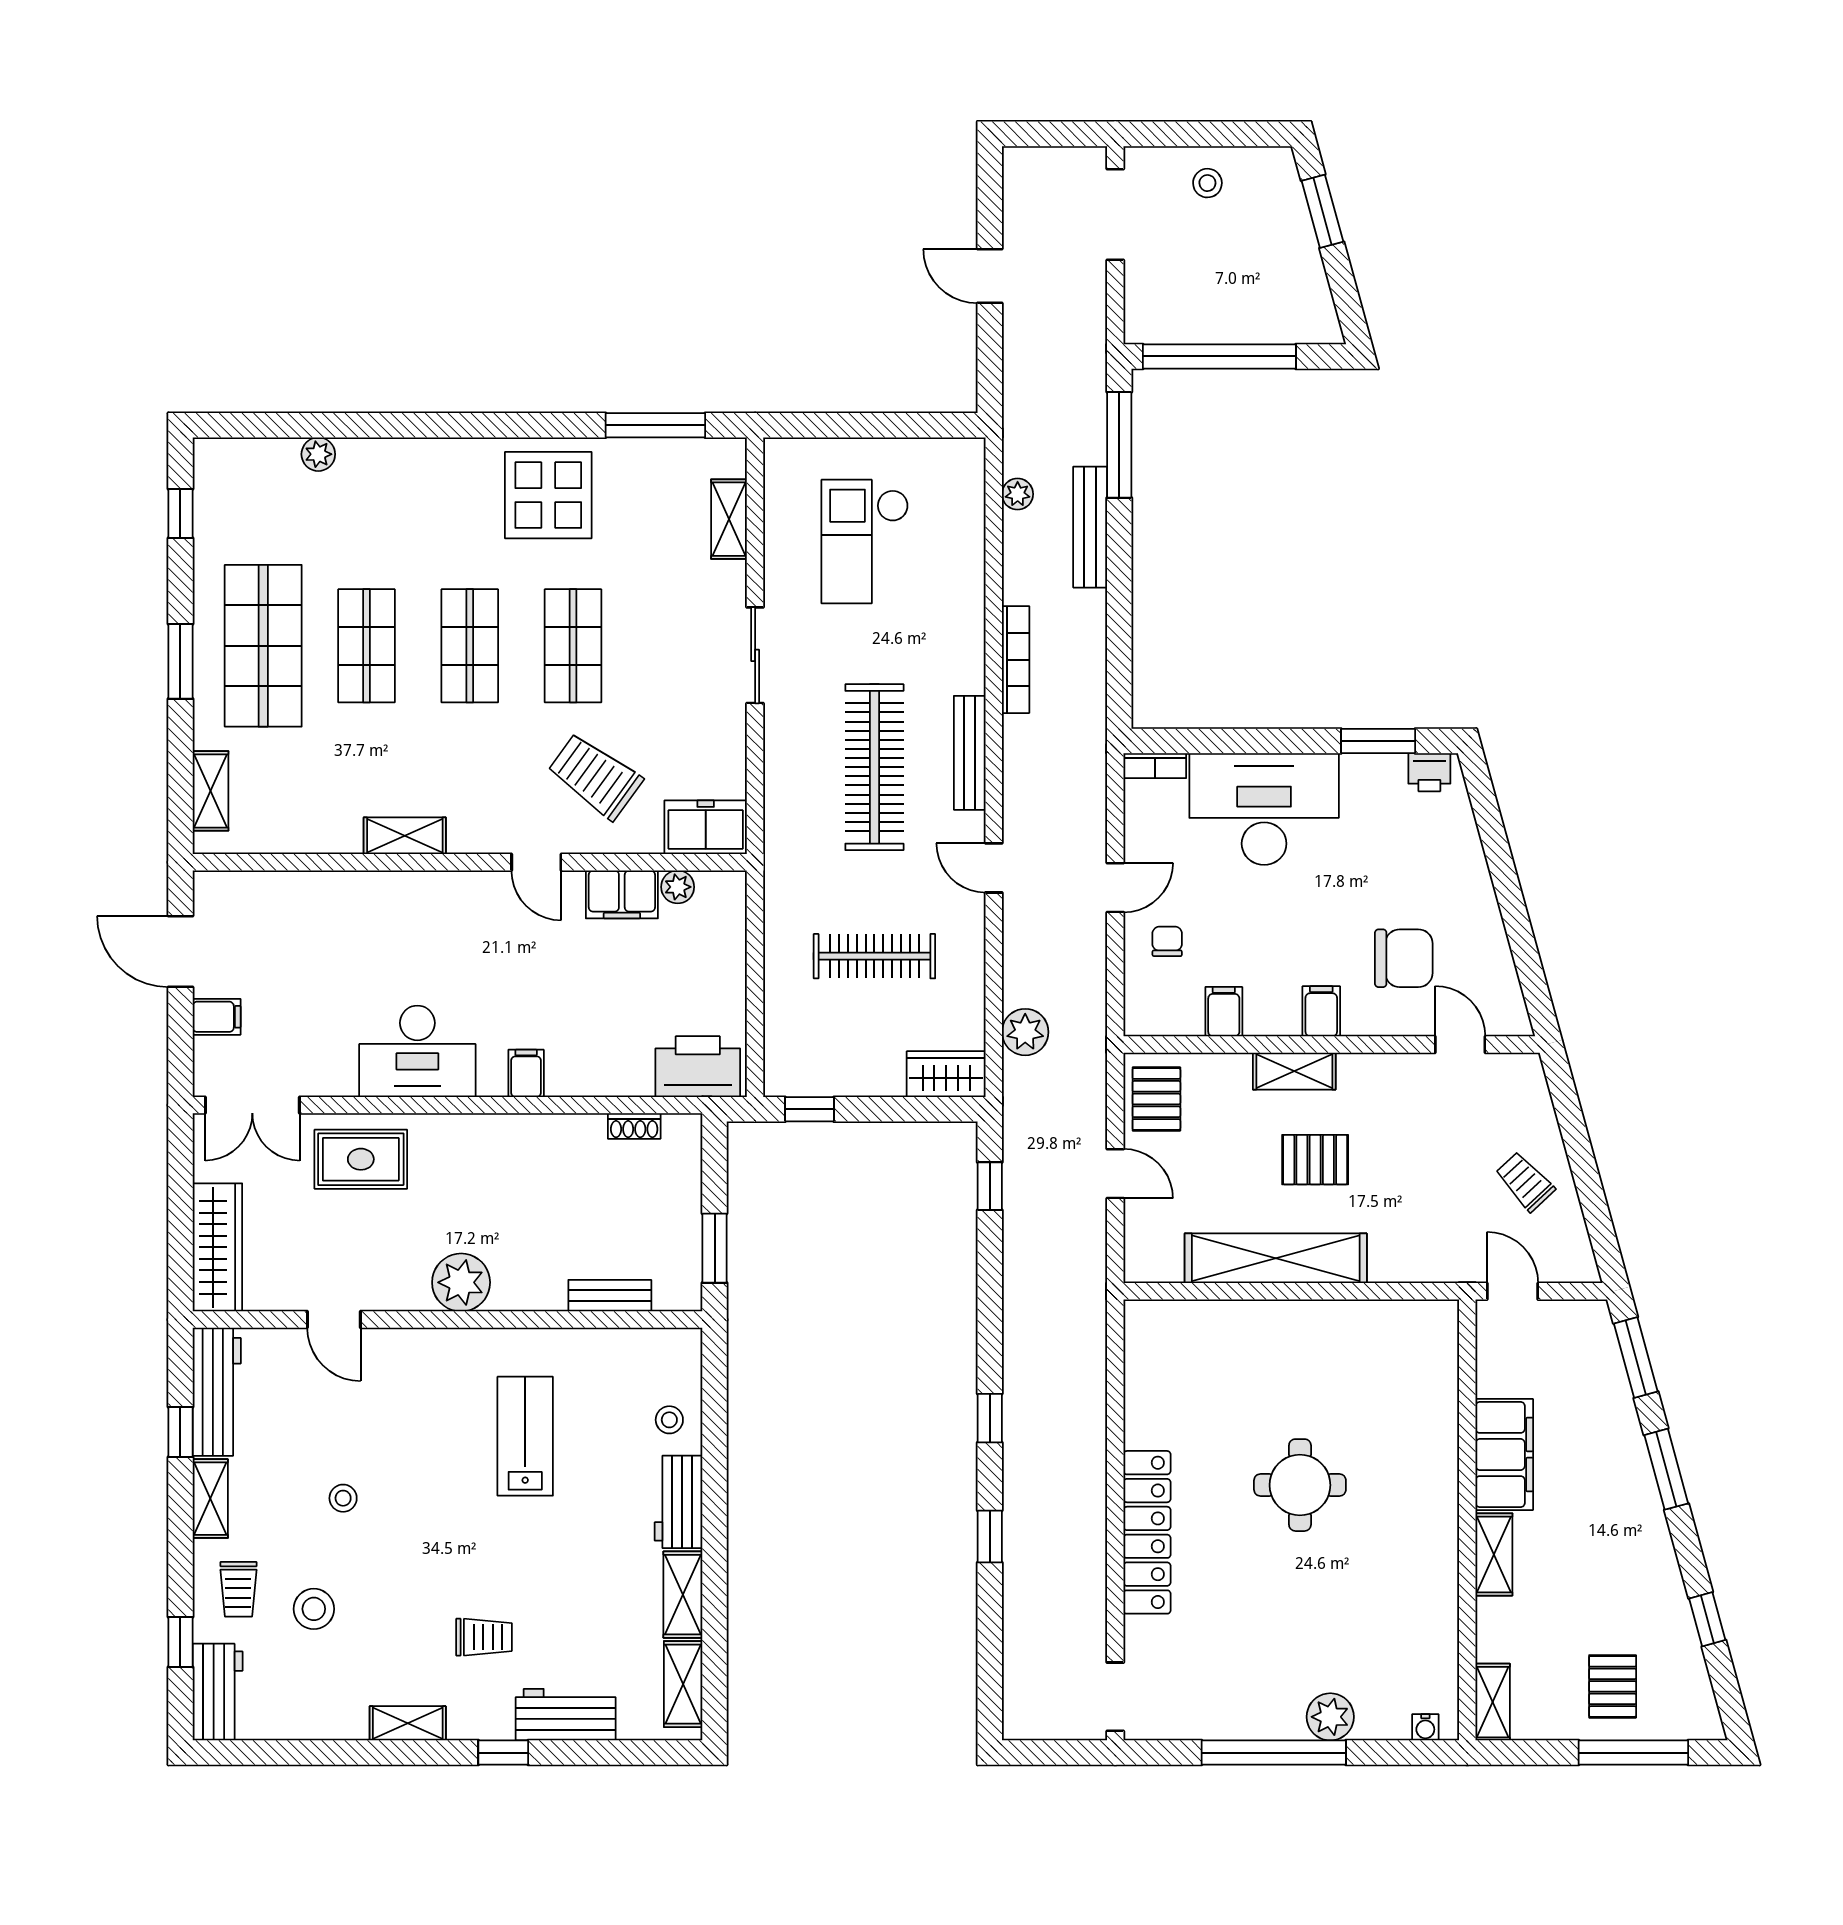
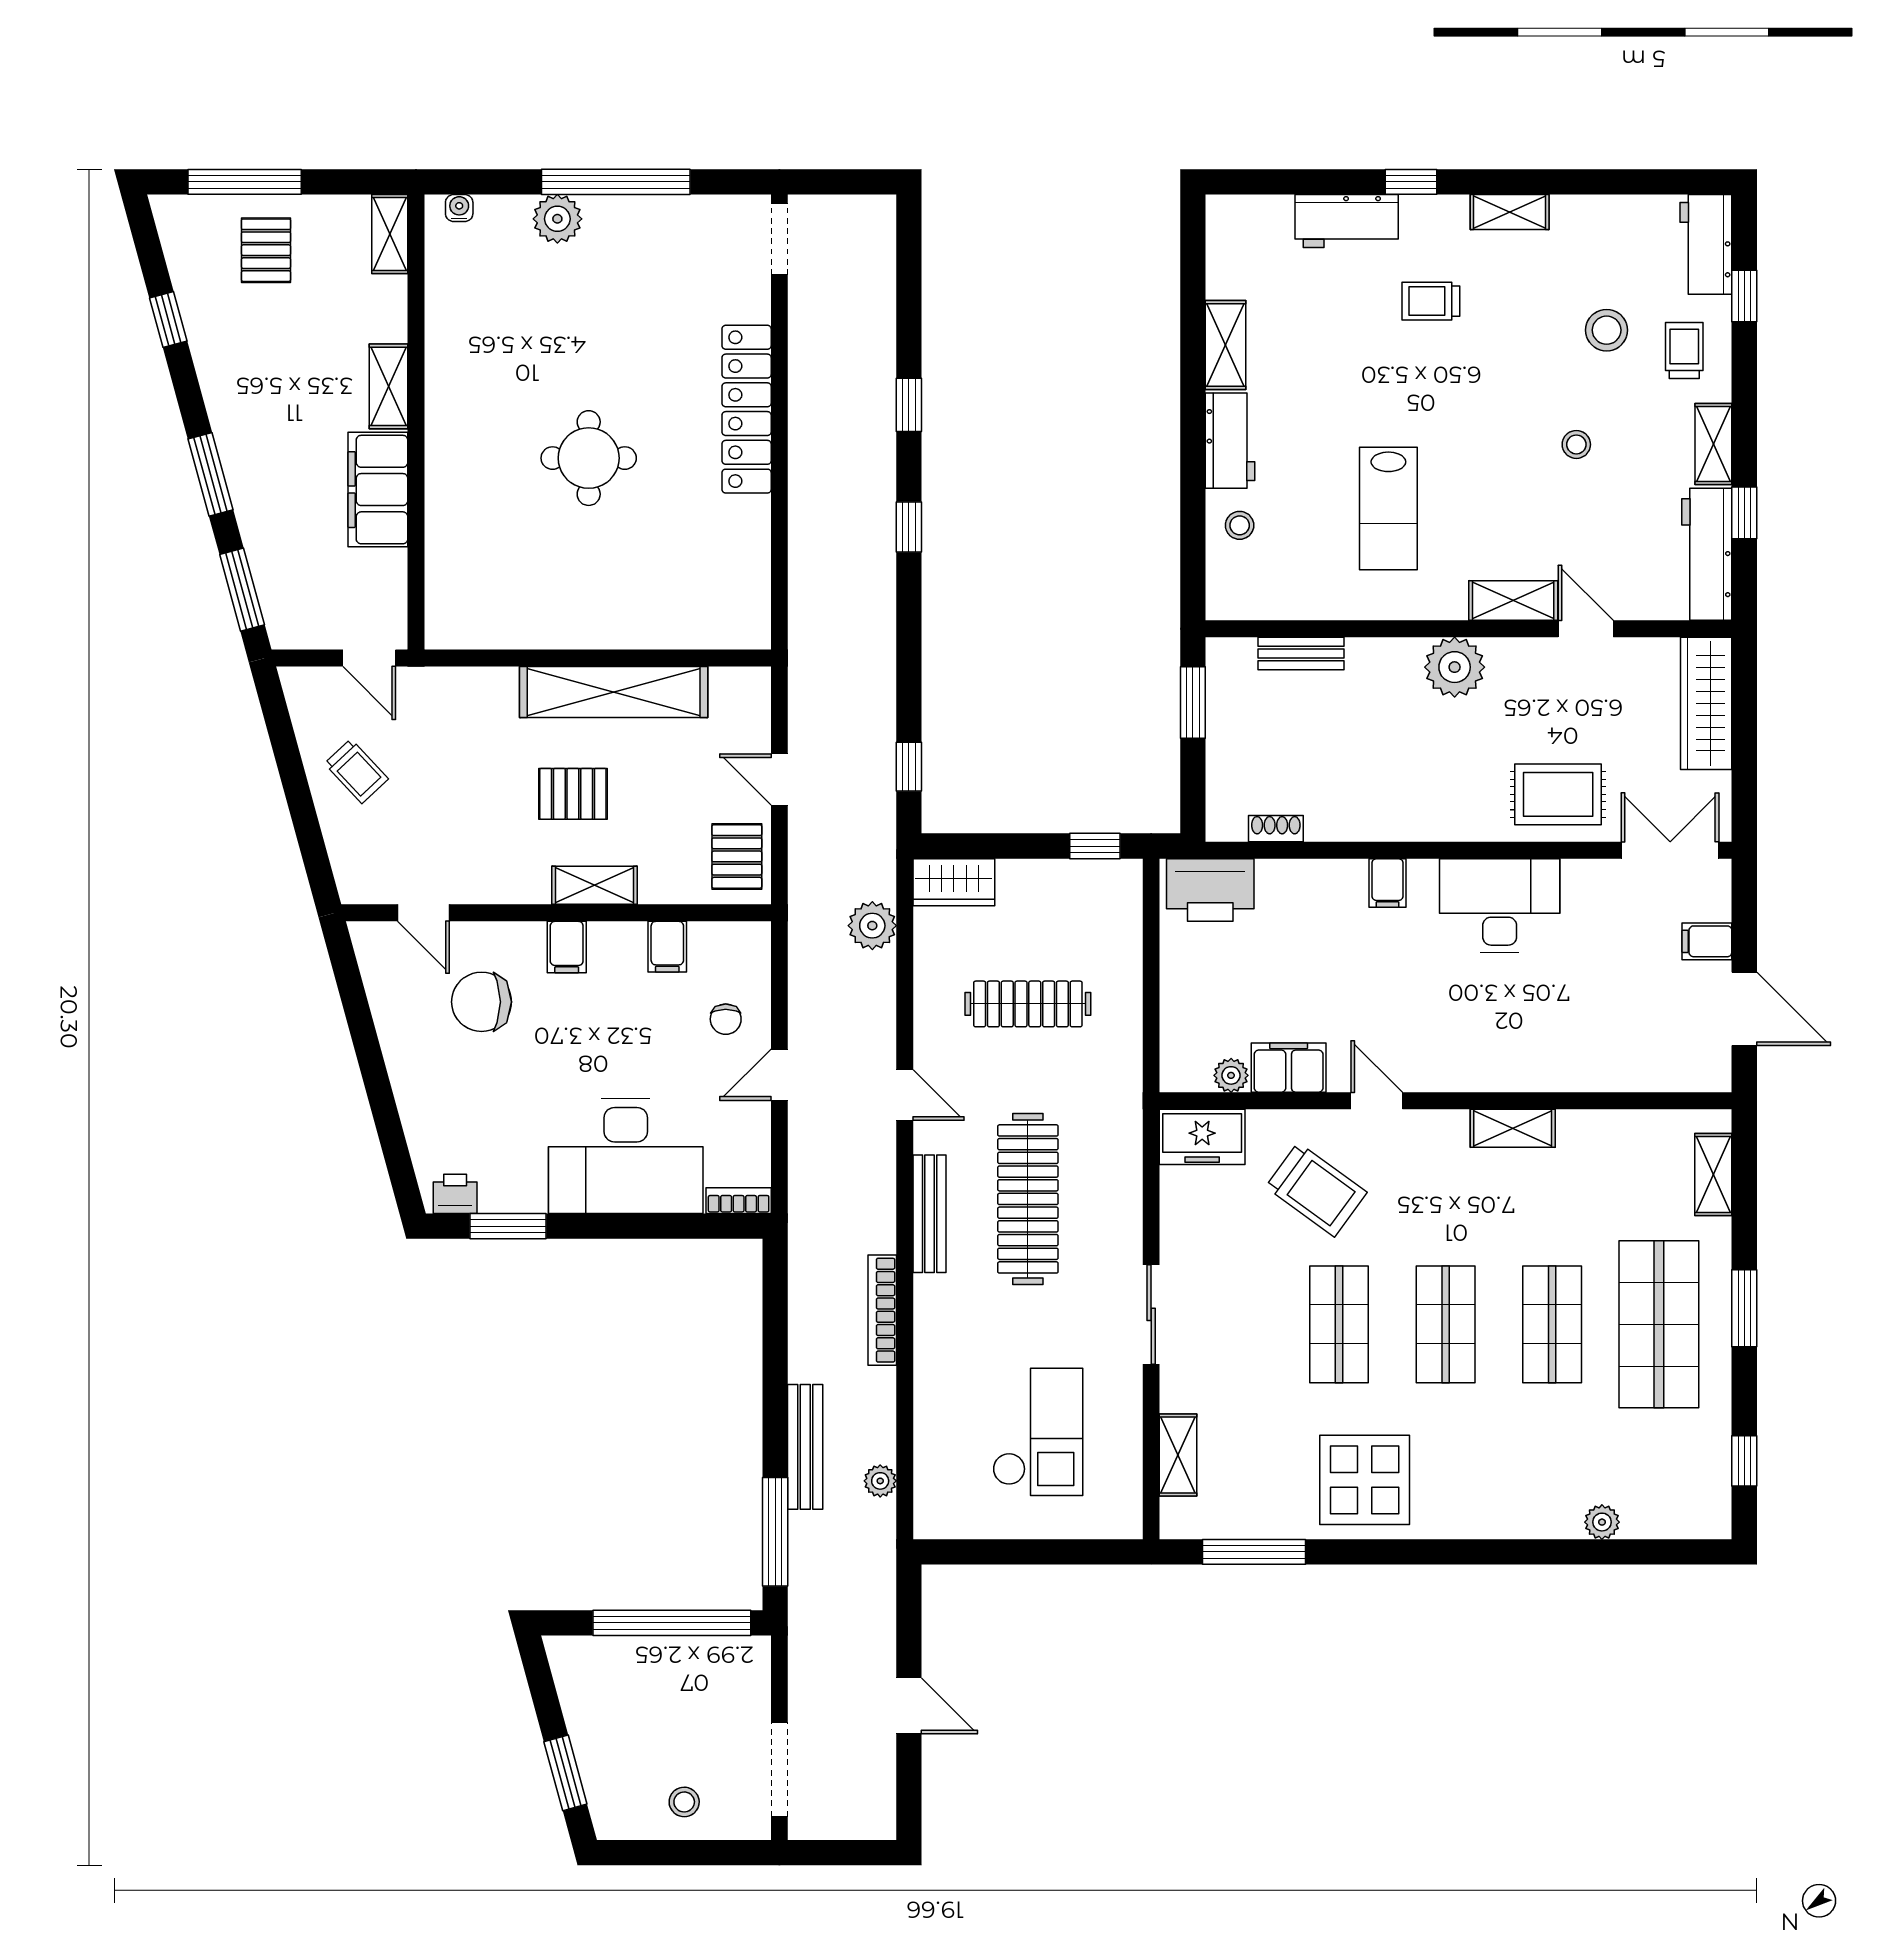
shelving: (683, 1684) -> (1513, 600), moved, turned 90

